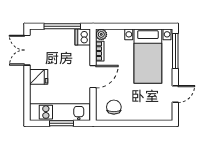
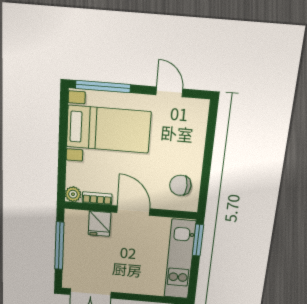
dishwasher: (83, 37) -> (76, 220), removed
fridge: (39, 77) -> (99, 224), moved, turned 180
window: (62, 123) -> (198, 240), moved

